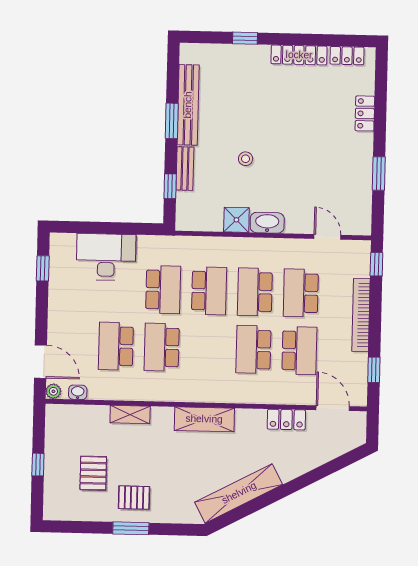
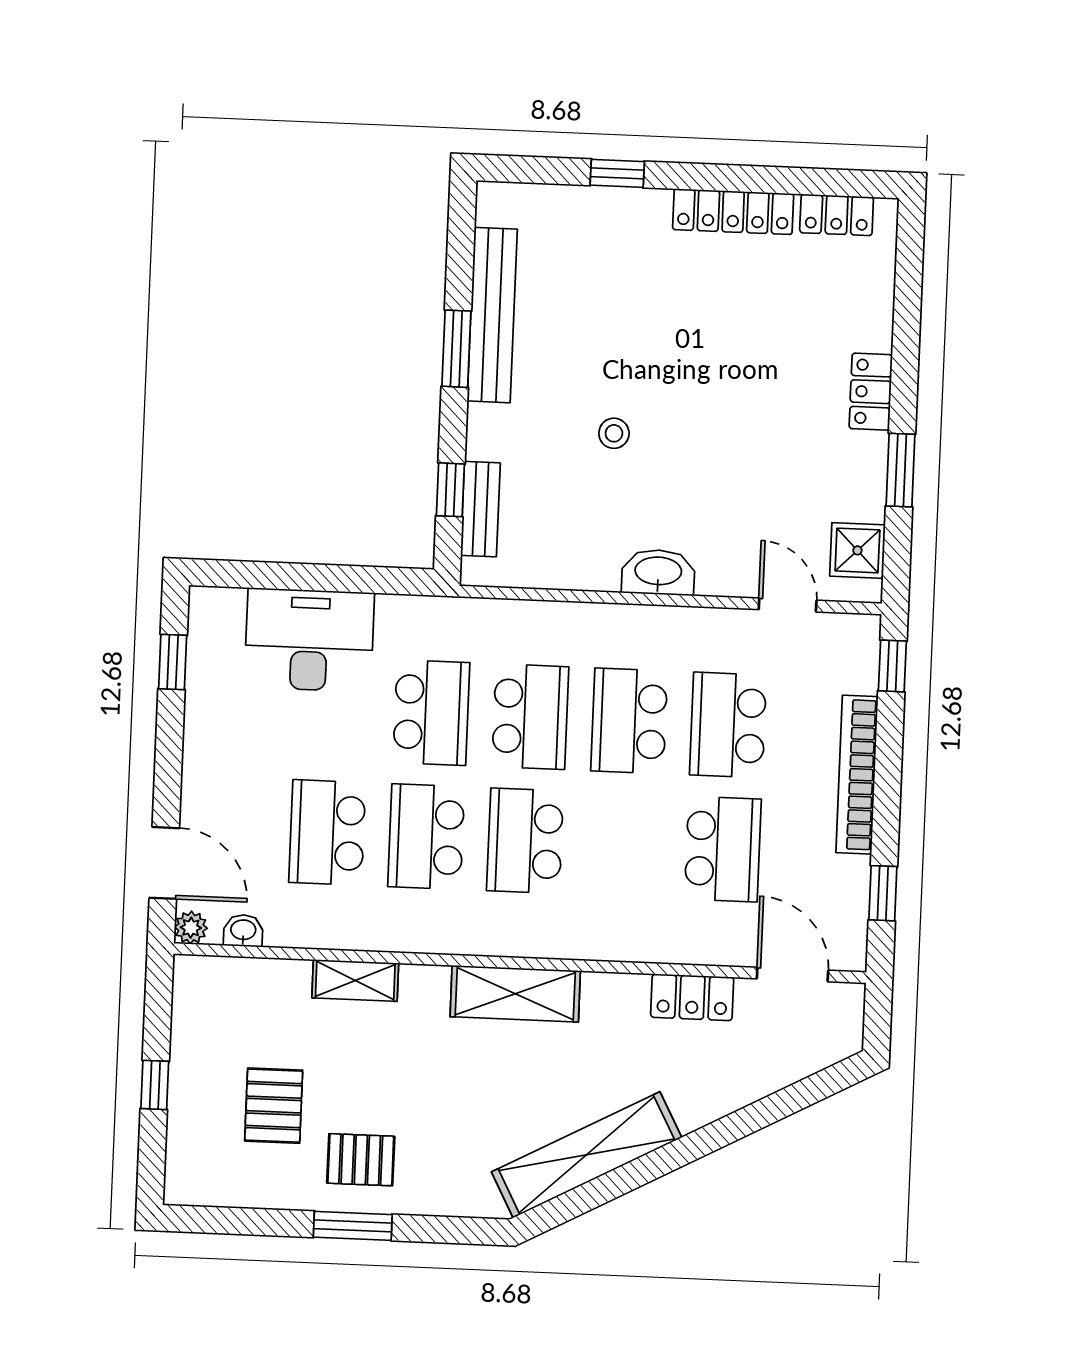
locker: (365, 113) -> (871, 392), moved
bench: (185, 169) -> (480, 509), moved
shower: (236, 220) -> (857, 550), moved
school desk: (253, 349) -> (525, 841), moved

